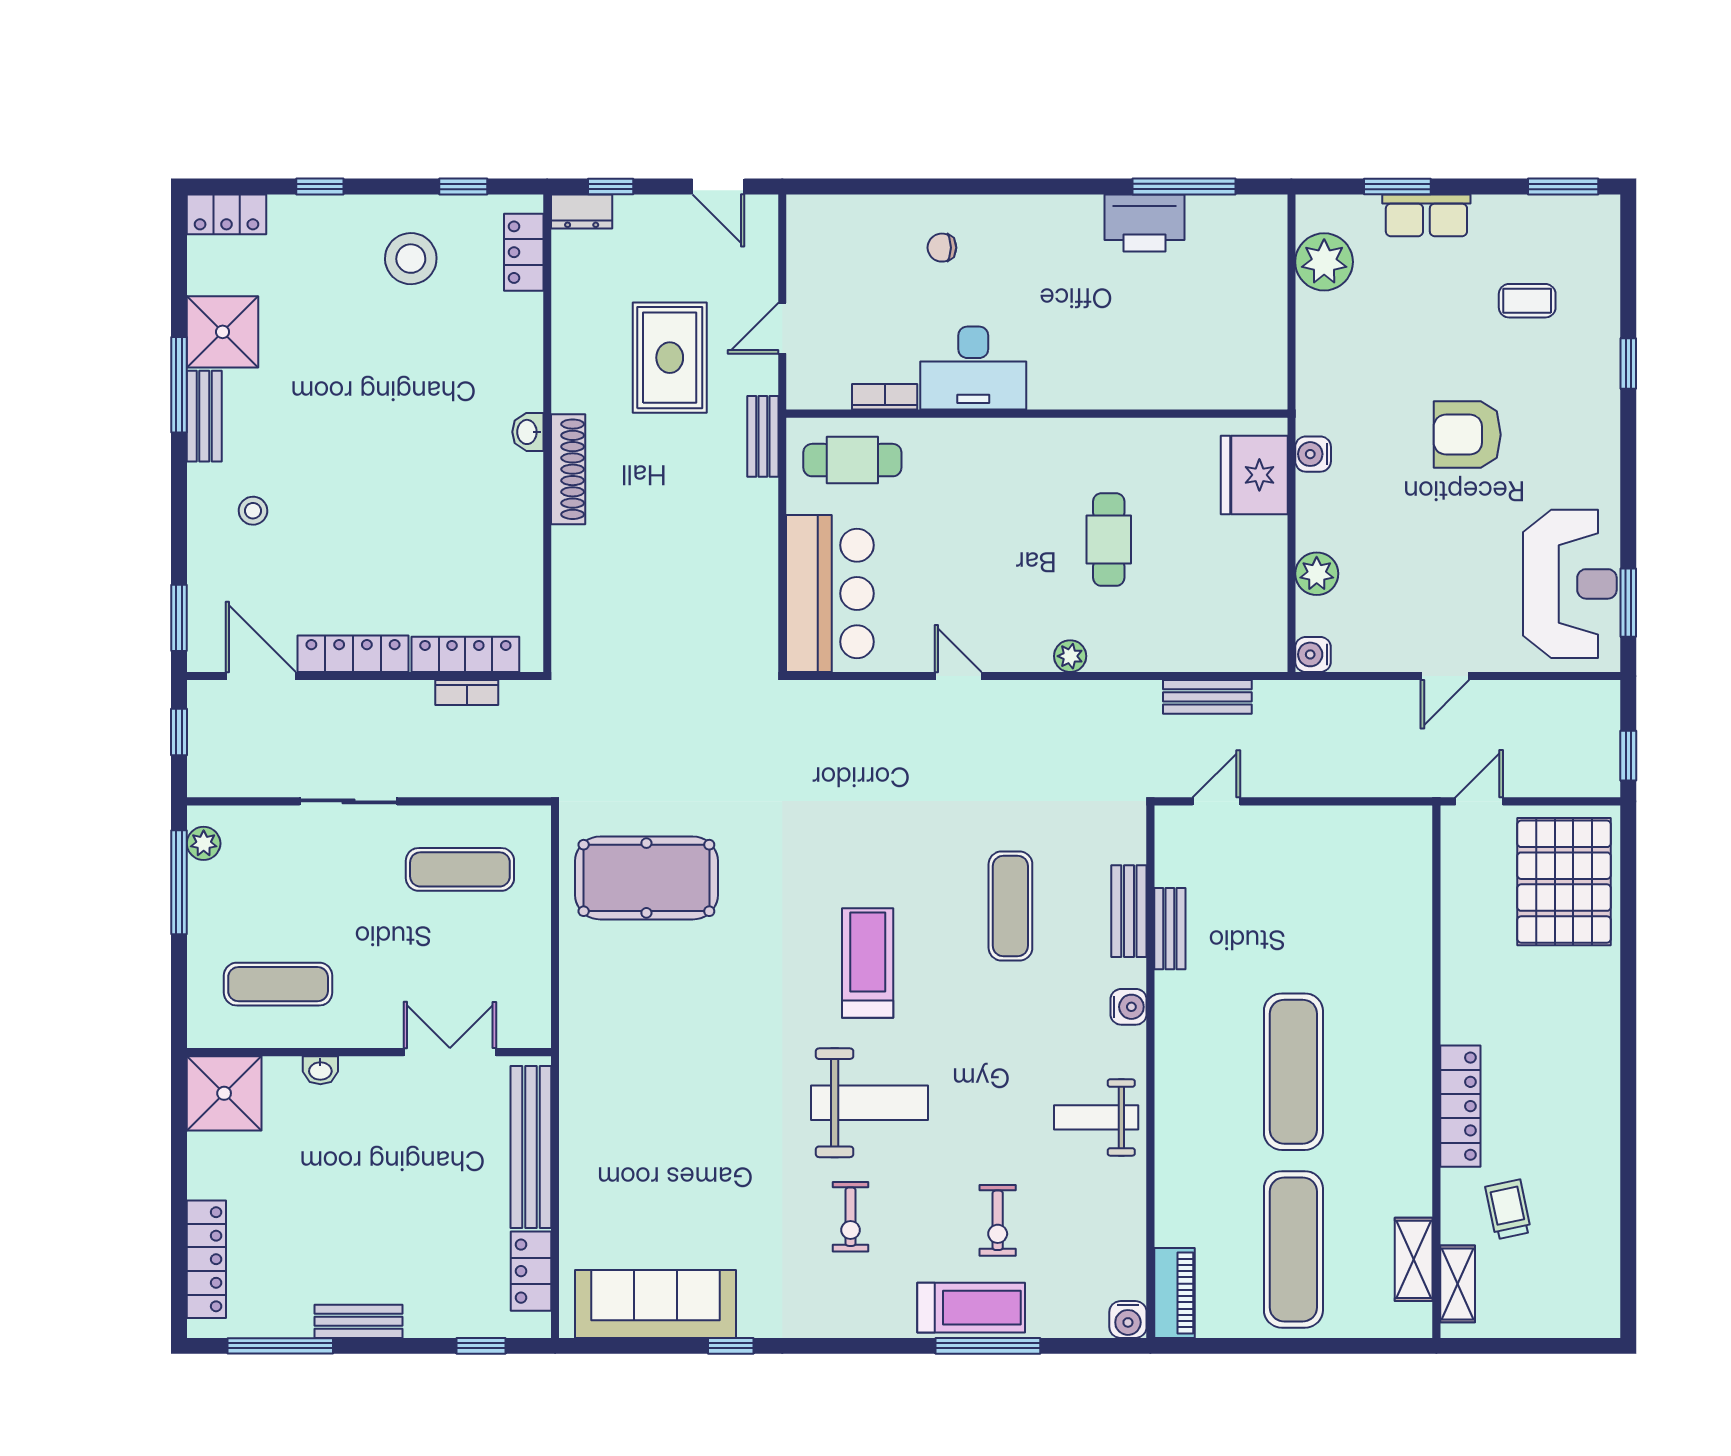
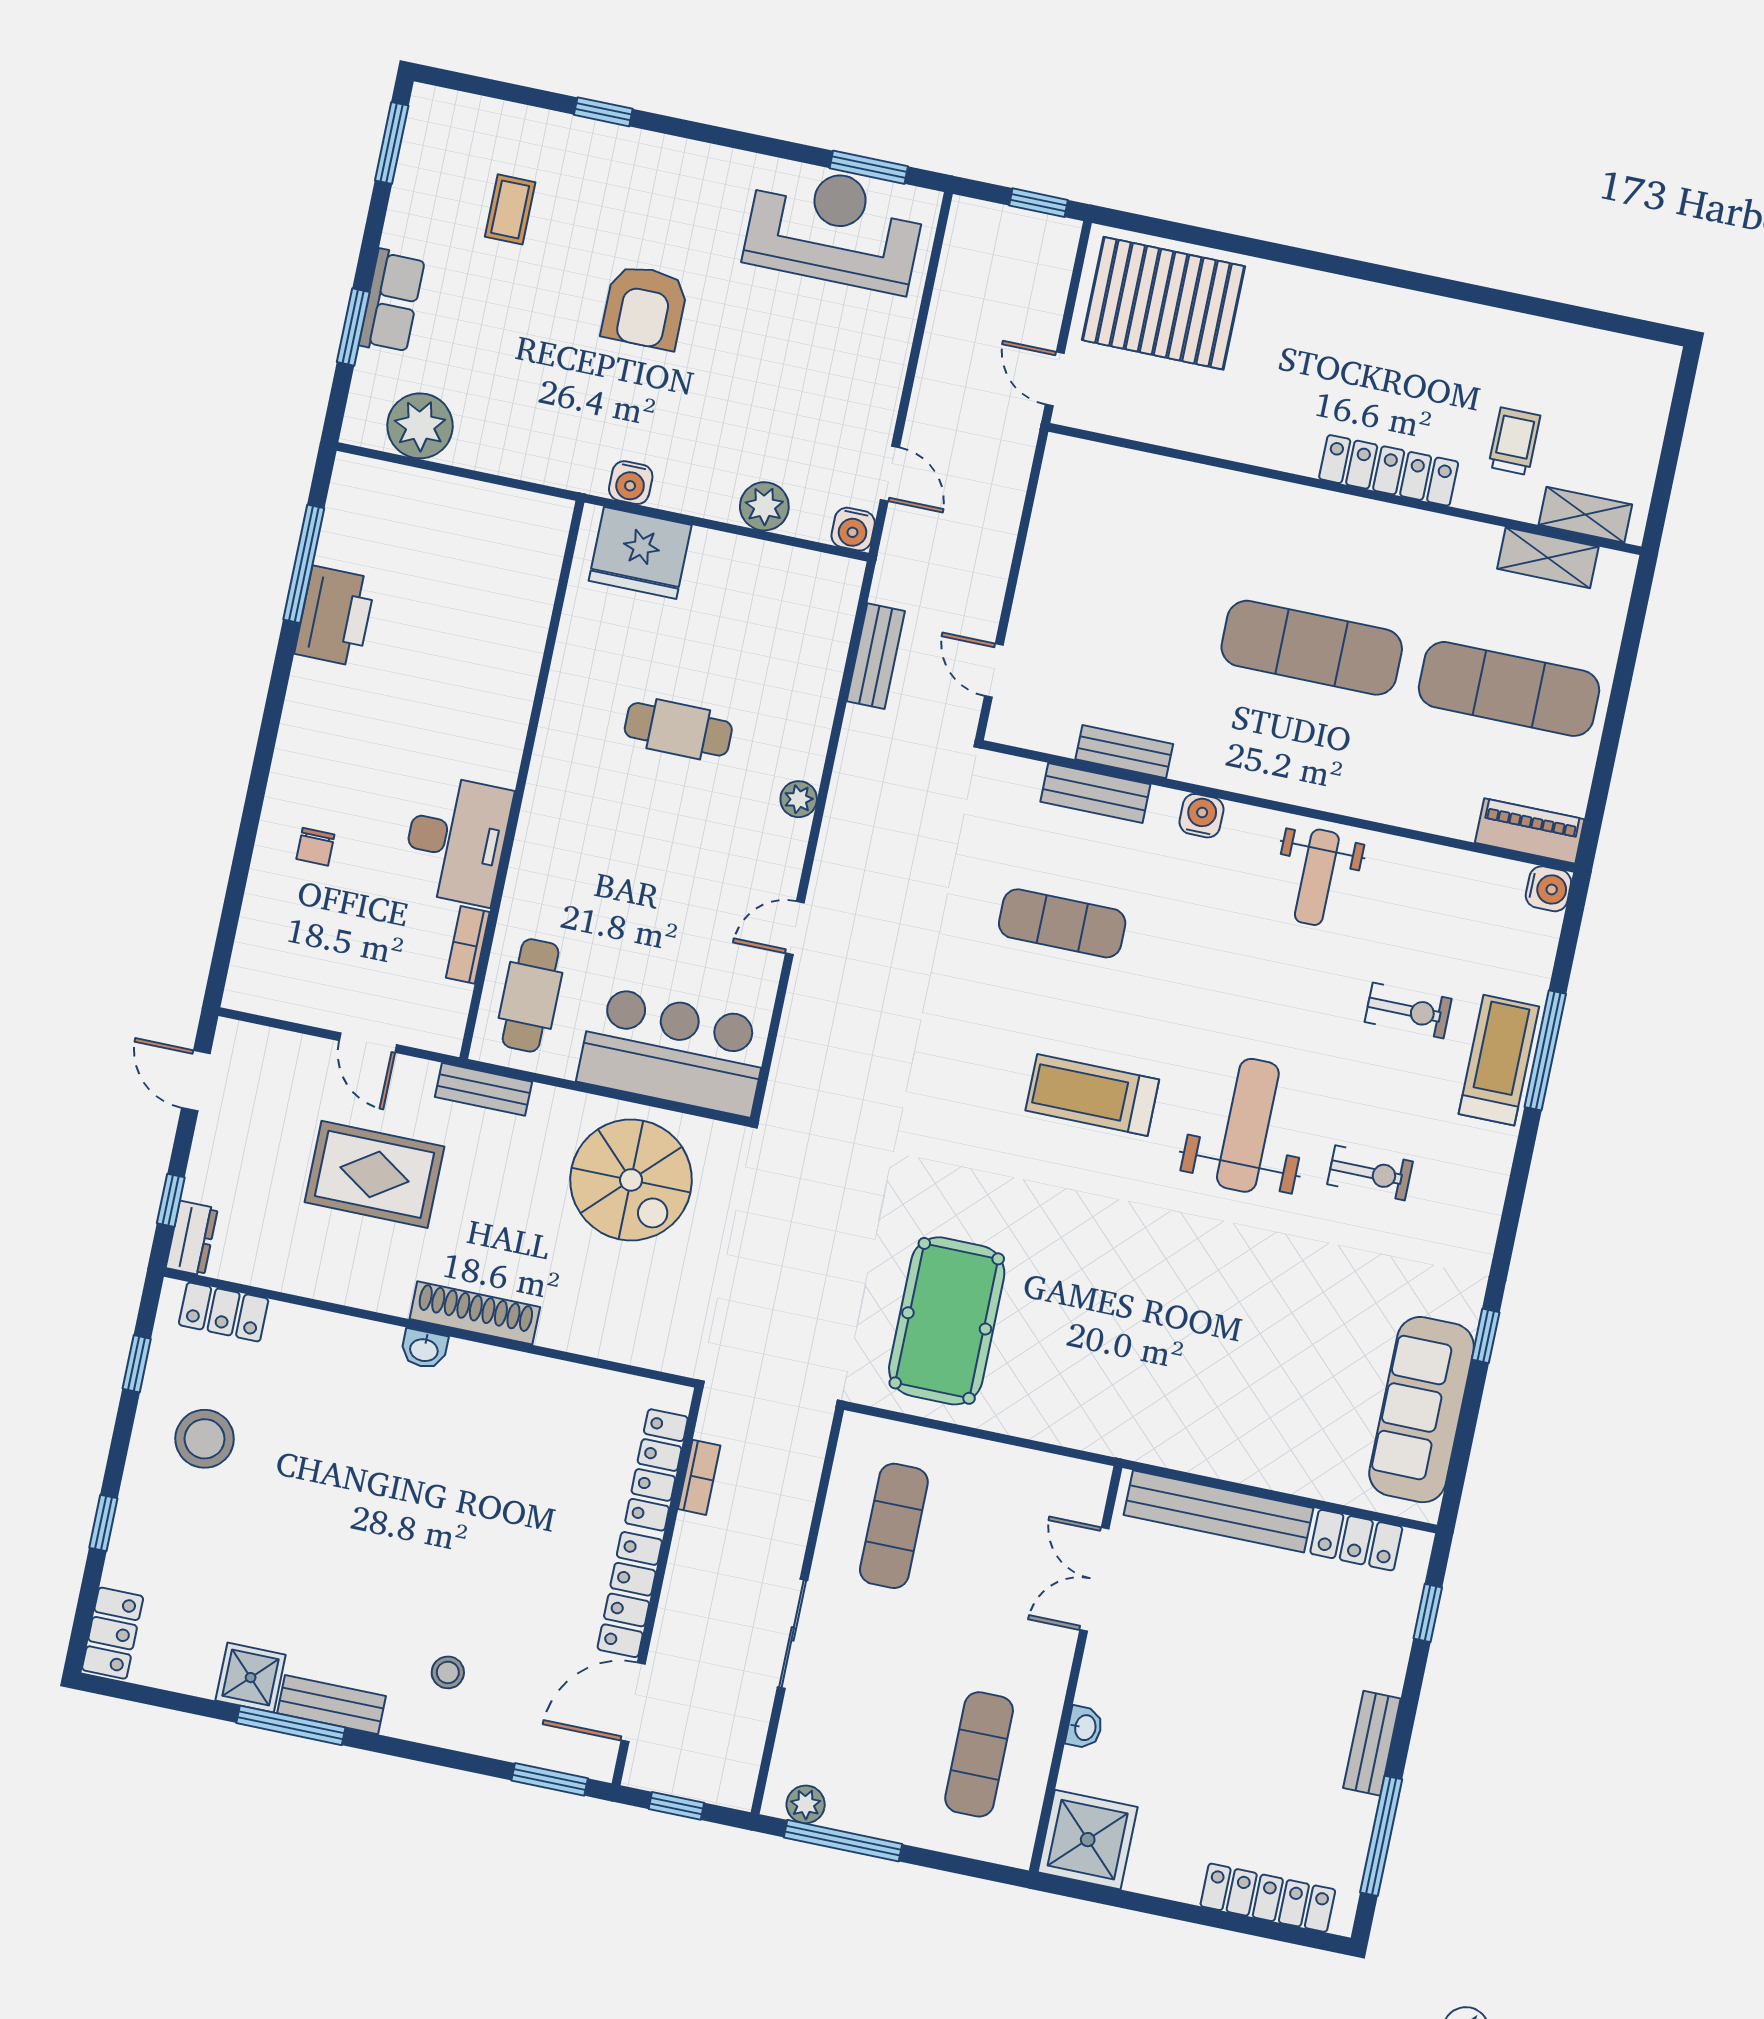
door: (718, 186) -> (196, 1081), swing flipped
shower: (223, 332) -> (251, 1678), width x0.73, depth x0.73
spiral stairs: (711, 580) -> (631, 1180), added
door: (1445, 676) -> (890, 474), moved
trolley: (1508, 1209) -> (1514, 441), turned 102

